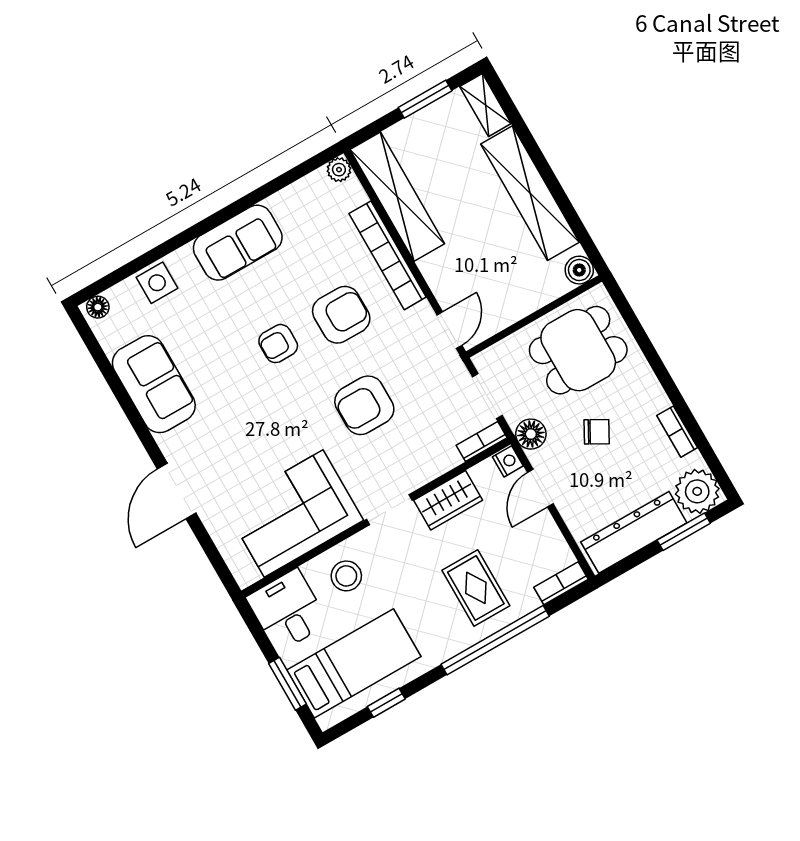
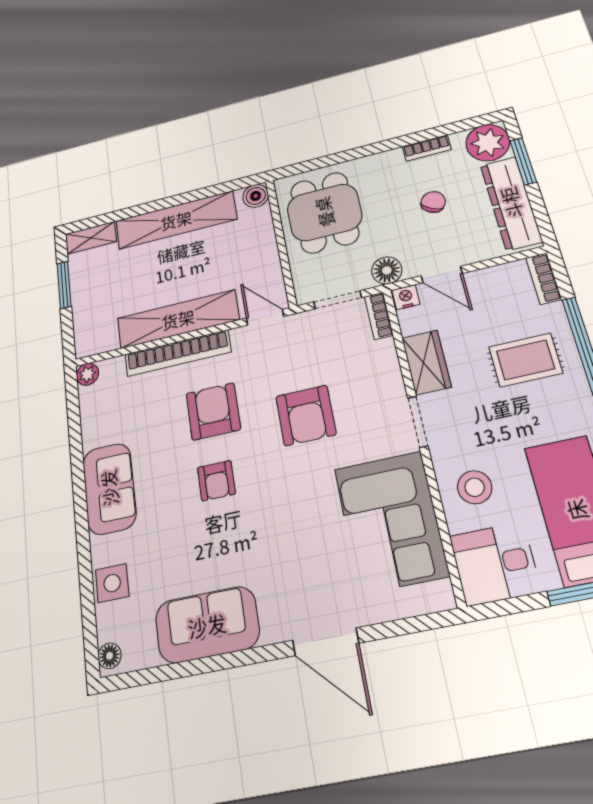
shelving: (397, 197) -> (178, 319), moved
chair: (597, 432) -> (433, 202), moved

